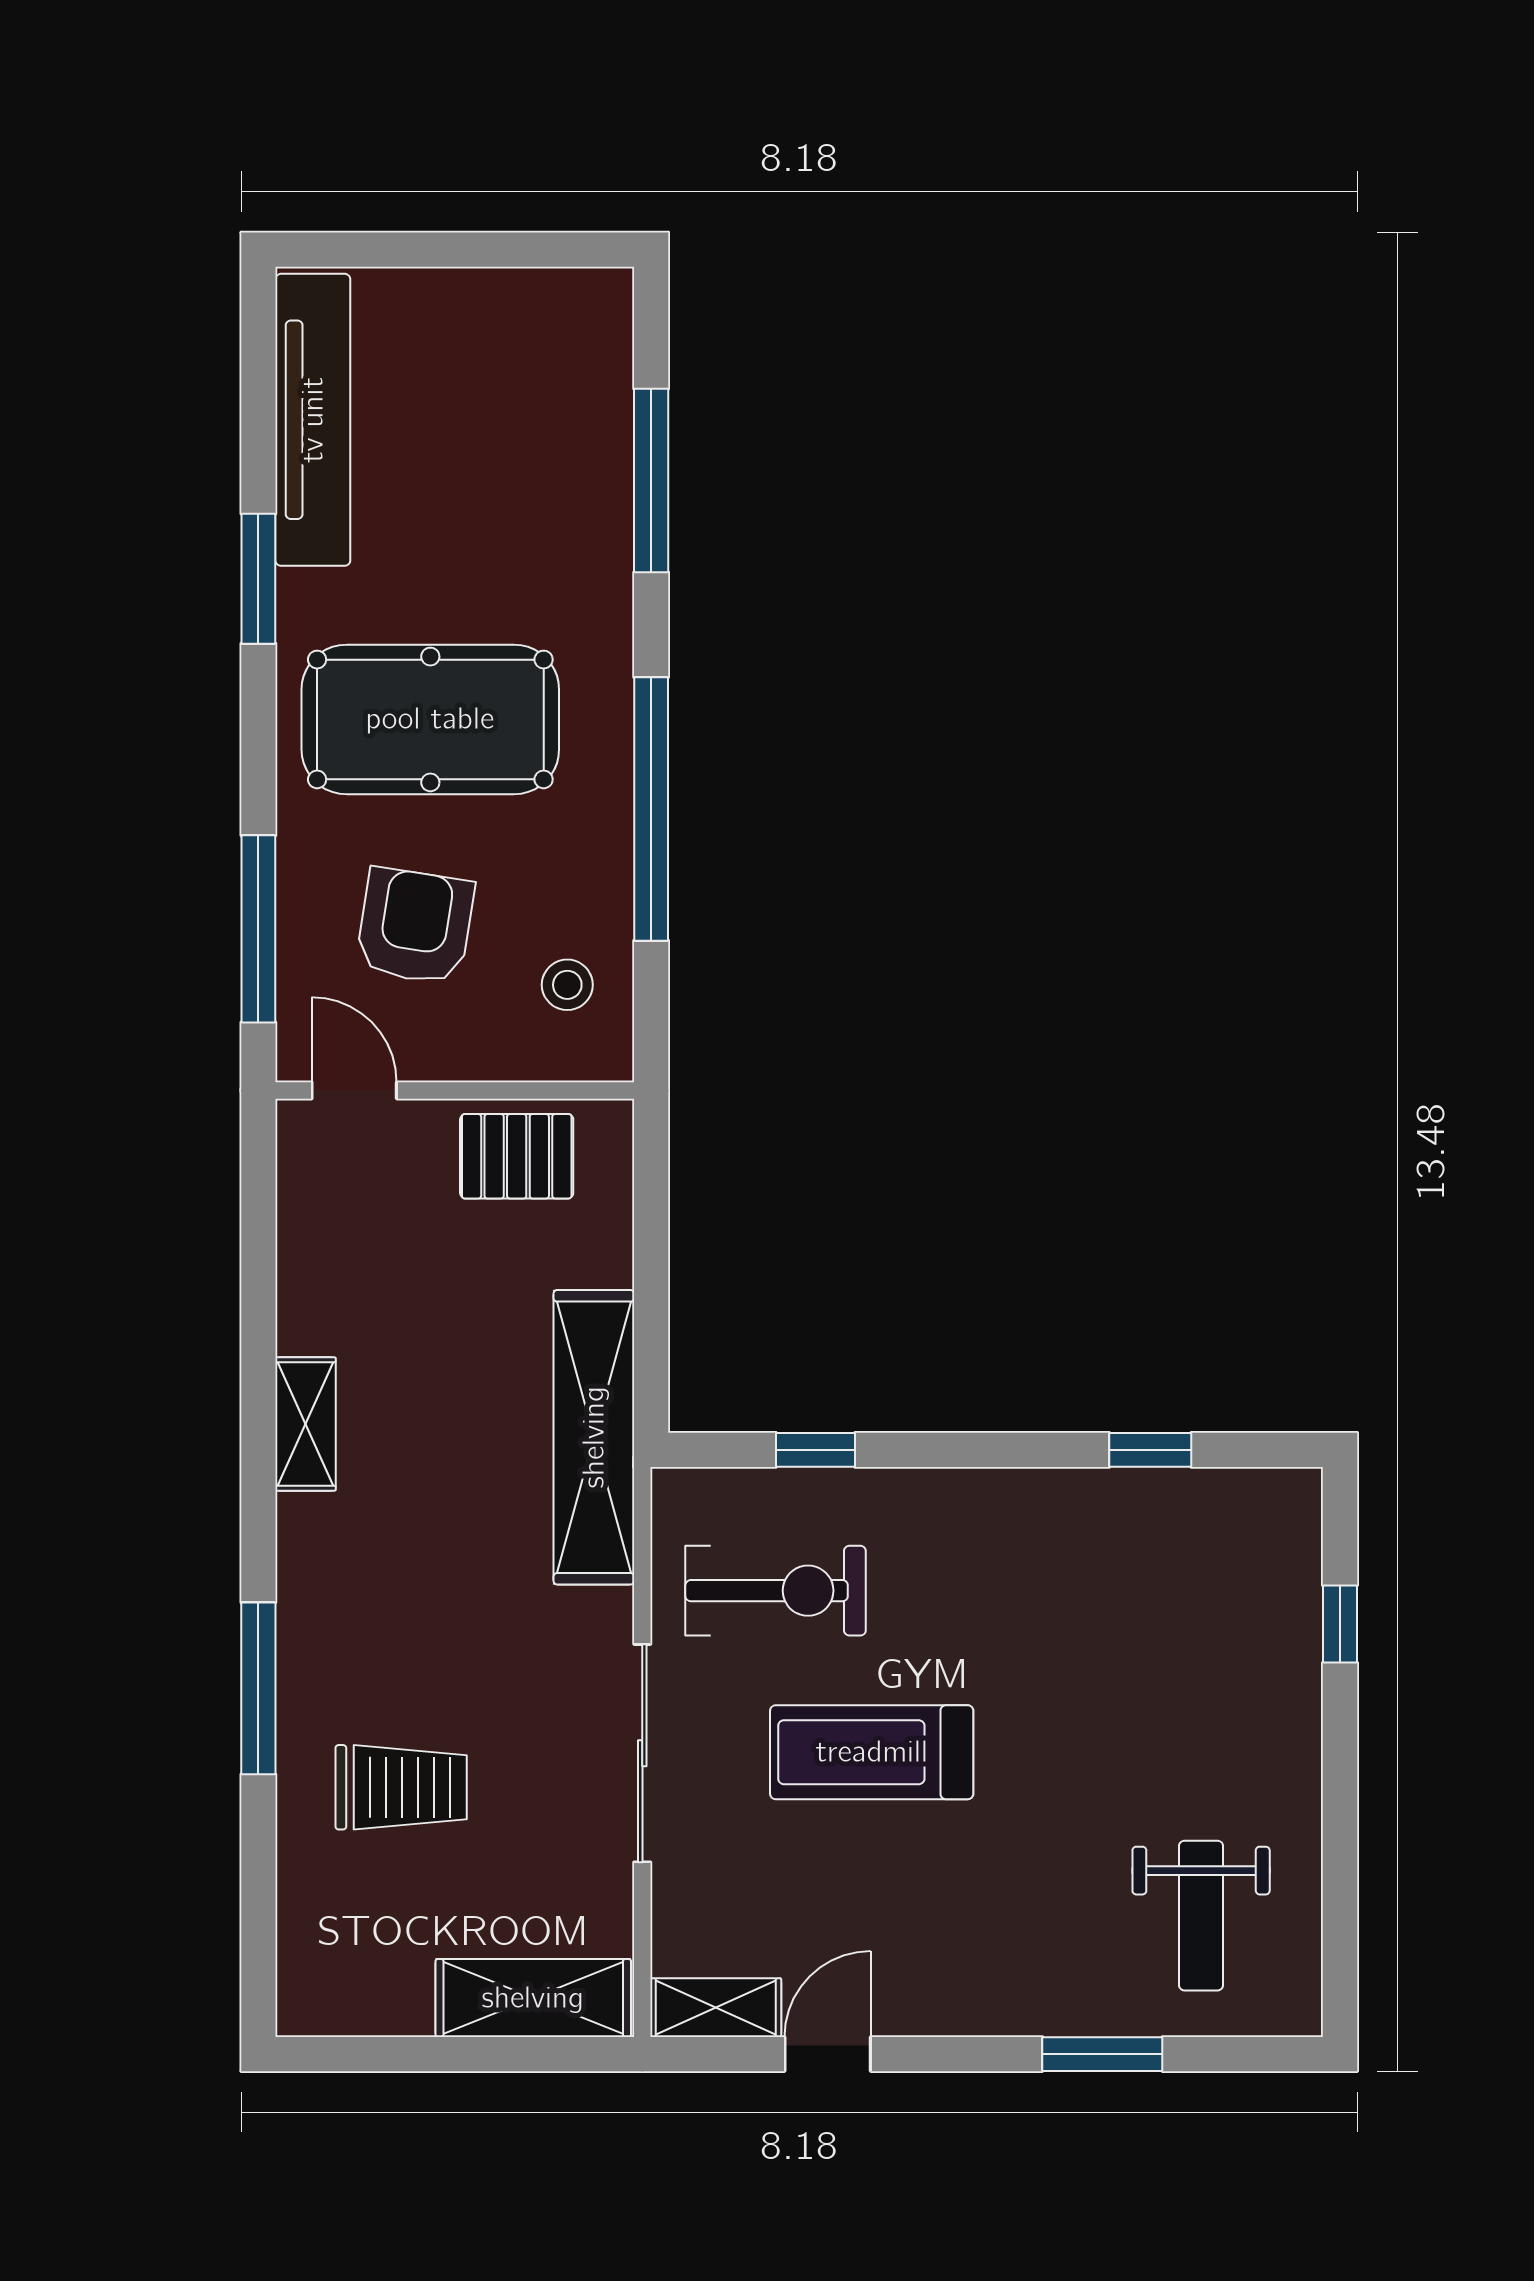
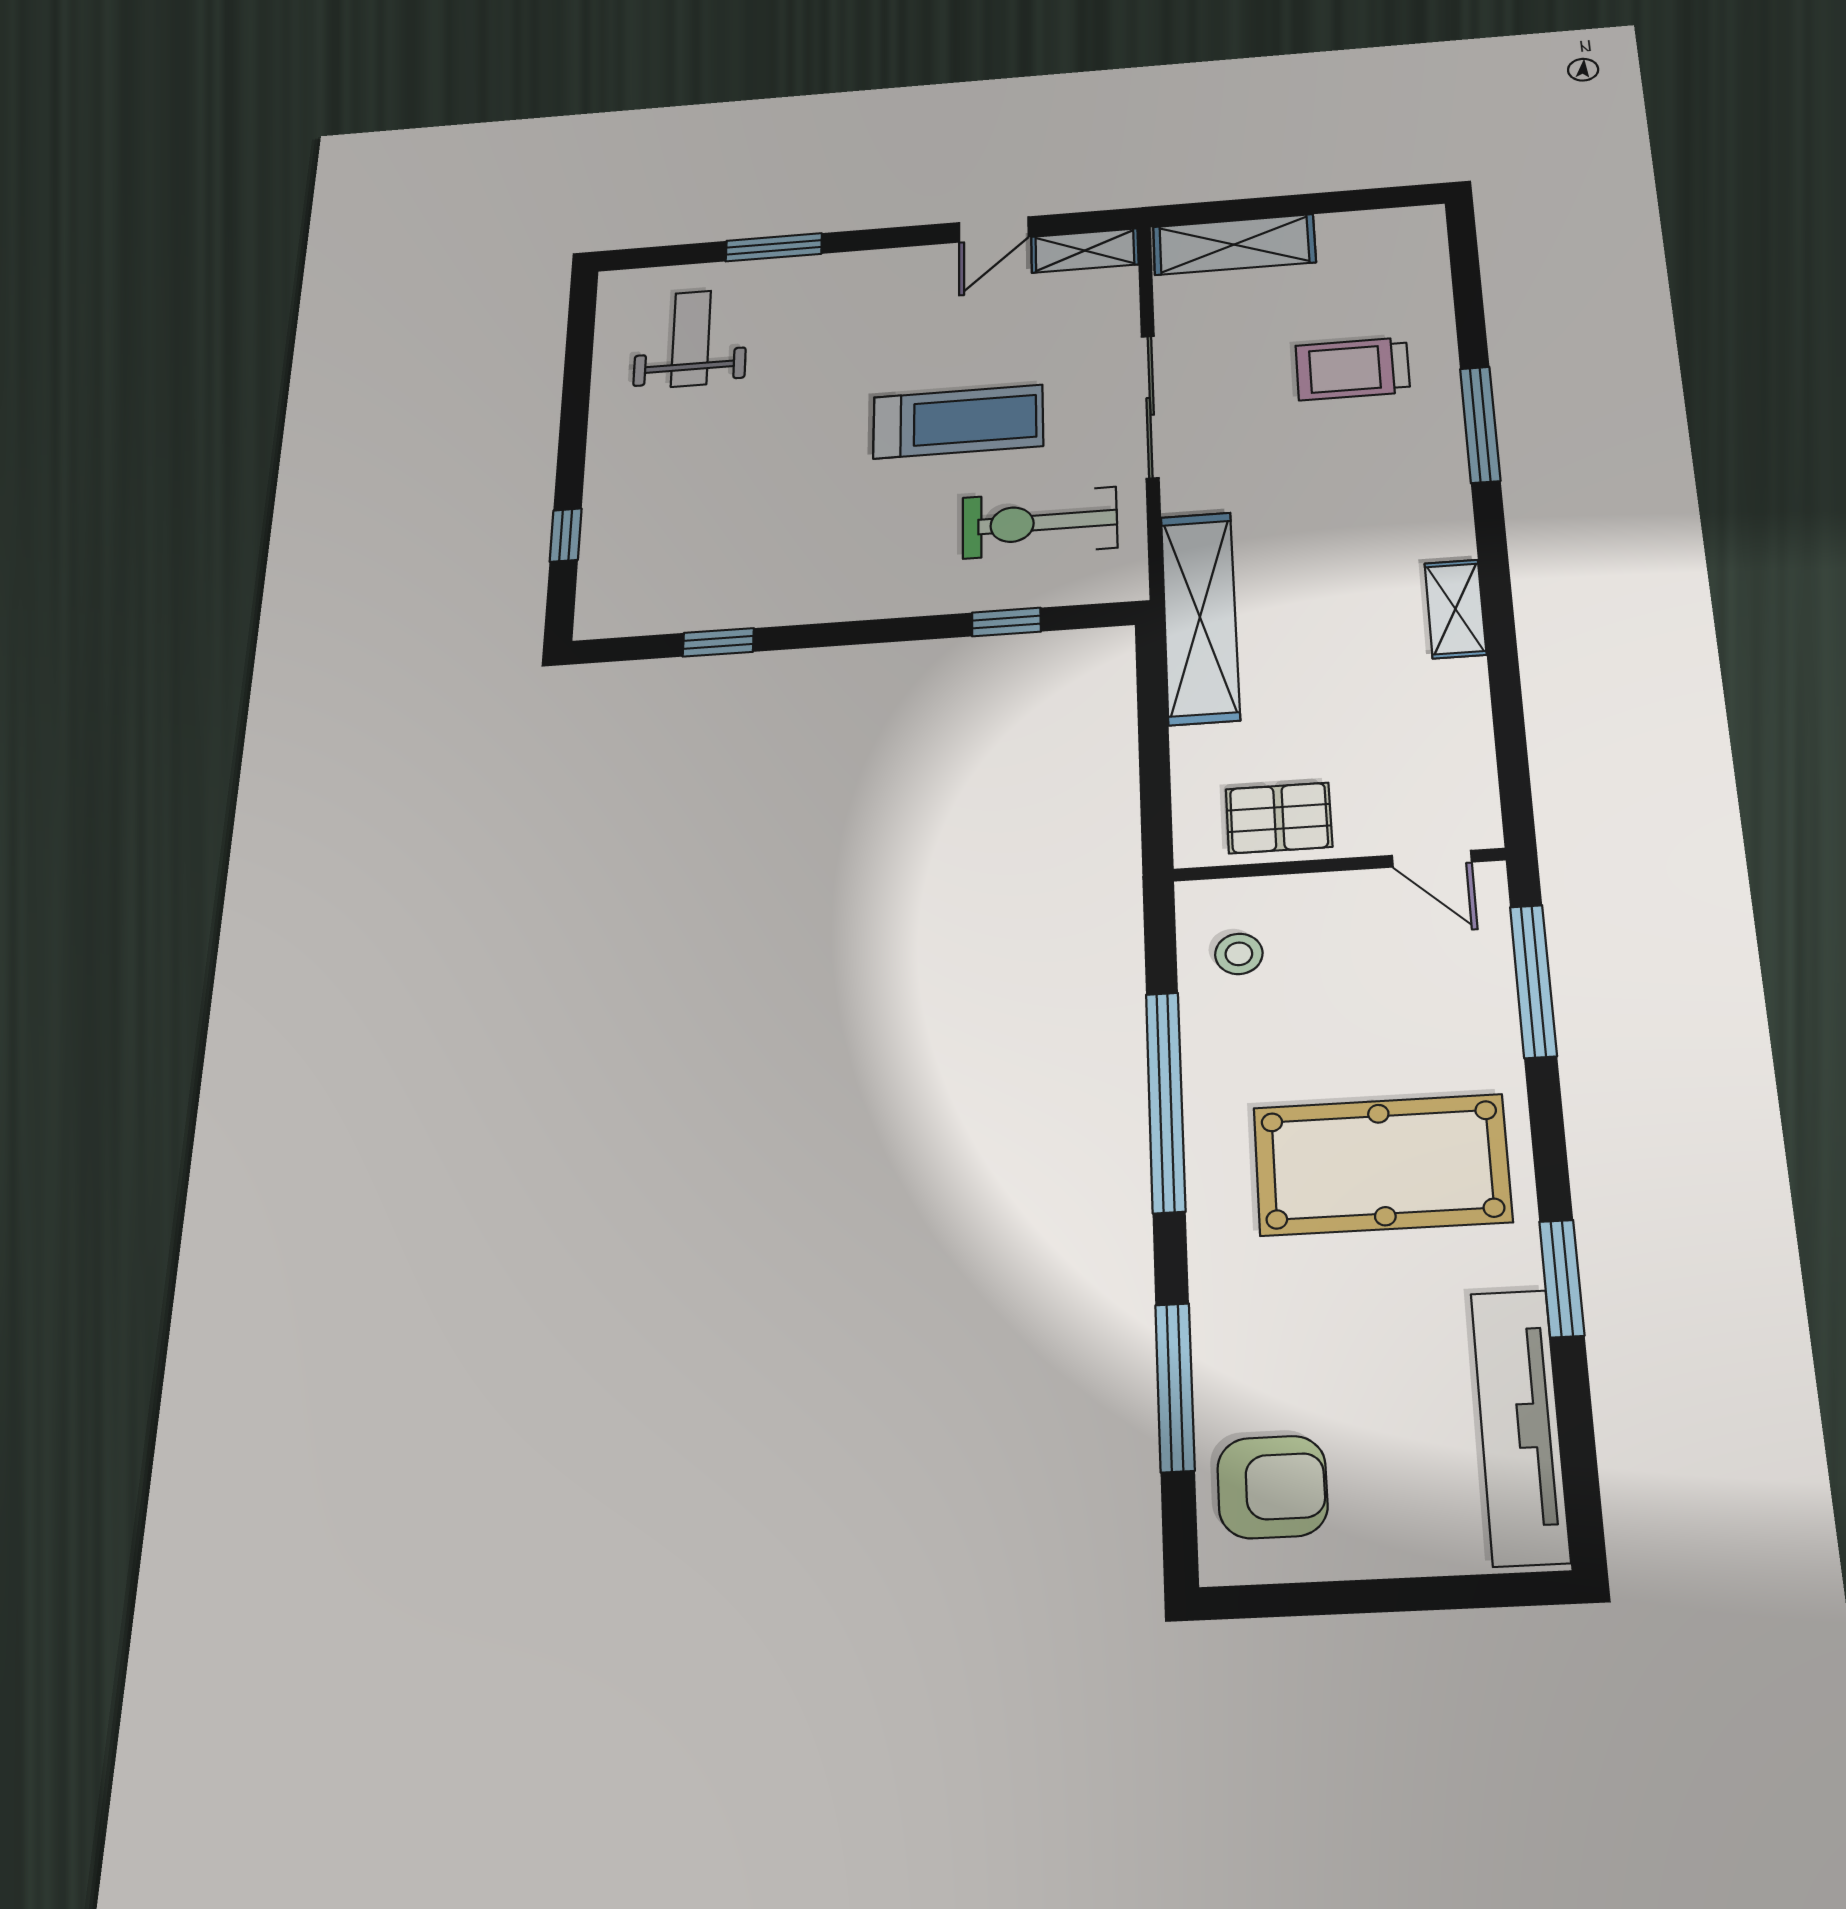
armchair: (415, 926) -> (1272, 1487), moved, turned -99

